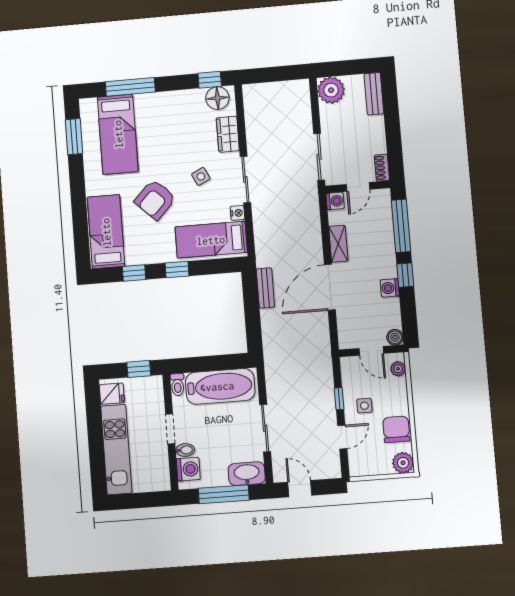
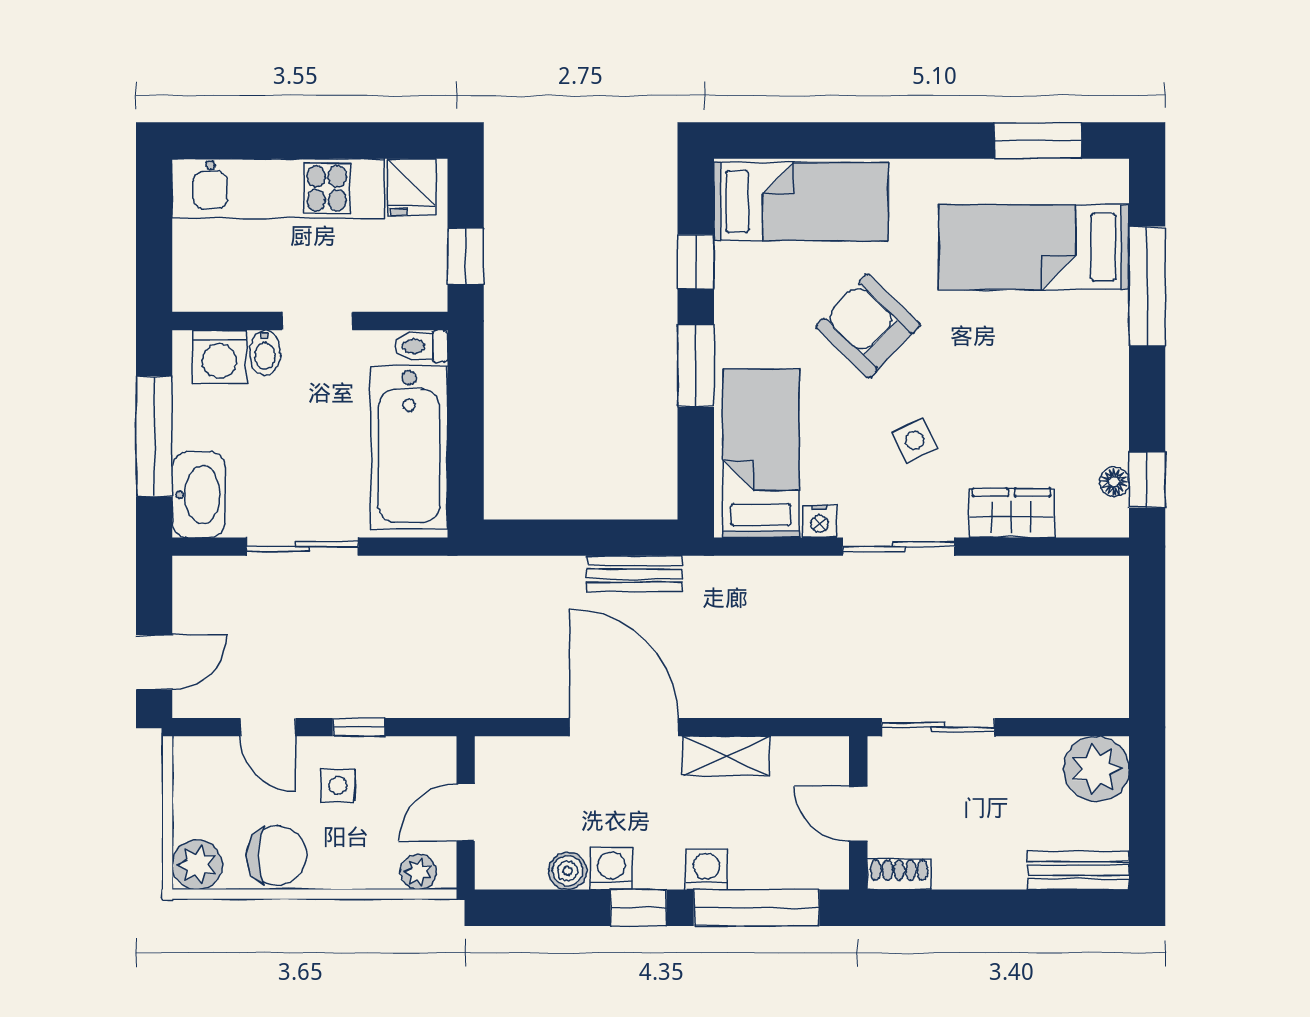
floor lamp: (217, 98) -> (1114, 482), width x0.53, depth x0.53
washing machine: (335, 201) -> (706, 869), moved, turned 180
window: (177, 270) -> (696, 366), width x1.50
boiler: (395, 337) -> (568, 871), moved
door: (300, 489) -> (154, 662), moved

